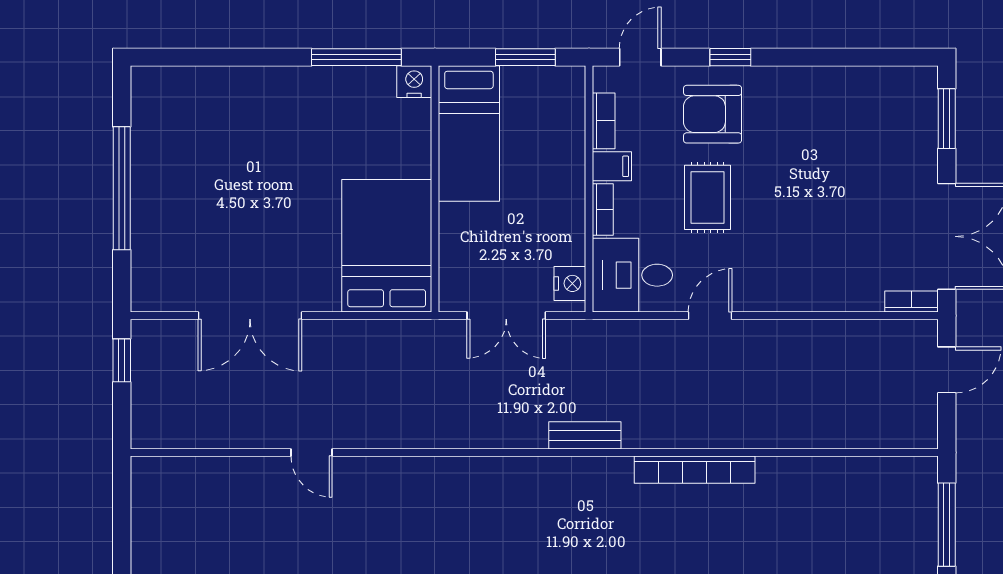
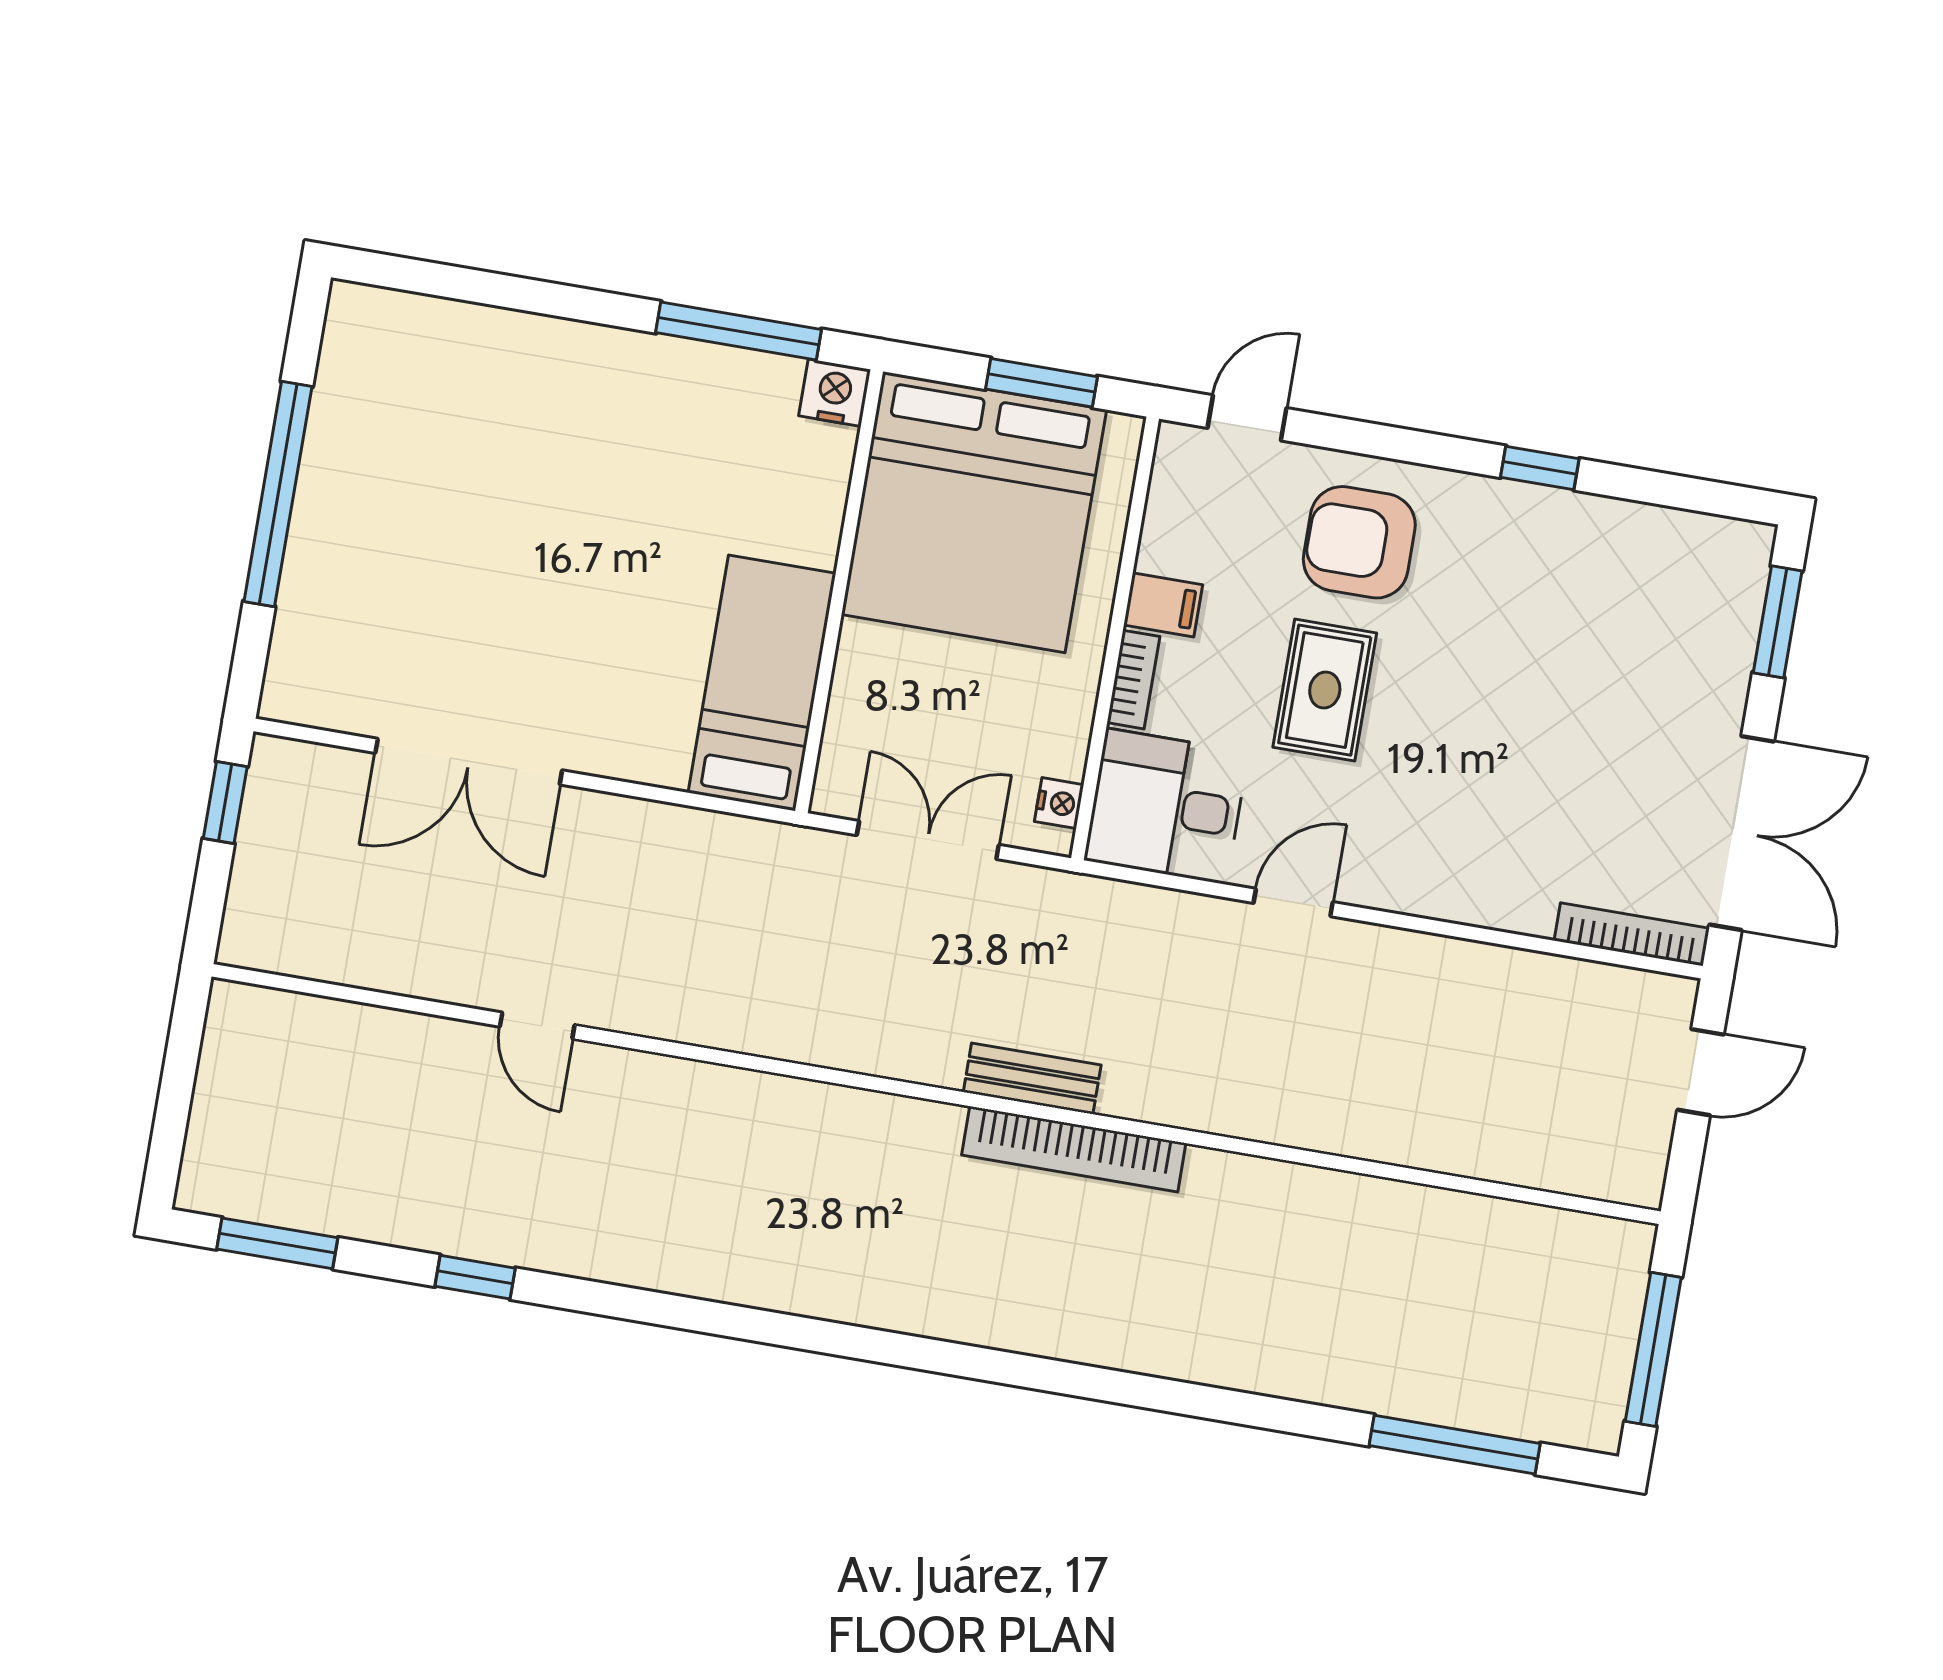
window: (730, 57) -> (1540, 468), moved
bookcase: (604, 121) -> (1162, 521), removed
bed: (469, 134) -> (974, 512), width x2.04
bed: (387, 246) -> (762, 683), width x0.67
nightstand: (570, 283) -> (1059, 803), width x0.72, depth x0.74
bookcase: (912, 302) -> (1632, 934), width x1.56
double door: (506, 316) -> (928, 840), swing flipped
bookcase: (695, 470) -> (1074, 1149), moved

